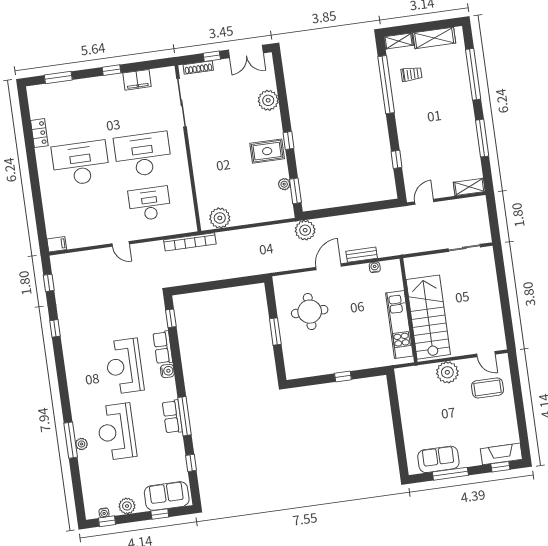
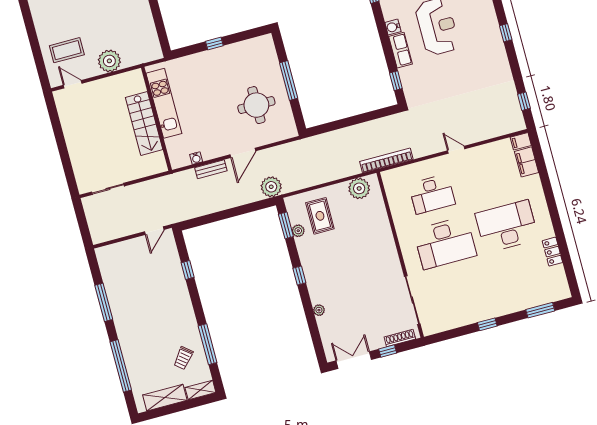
trolley: (411, 74) -> (183, 358), turned -51
filing cabinet: (137, 80) -> (526, 162), moved, turned -90
window: (386, 85) -> (208, 344), width x0.68
plant: (268, 100) -> (319, 310), width x0.53, depth x0.53
rug: (267, 151) -> (320, 216), moved, turned 90
desk: (81, 163) -> (507, 226), turned 180
shelving: (469, 187) -> (111, 251), removed
stairs: (428, 317) -> (144, 124), width x0.73, depth x0.66
window: (55, 328) -> (506, 33), moved
window: (275, 331) -> (289, 81), width x1.44

